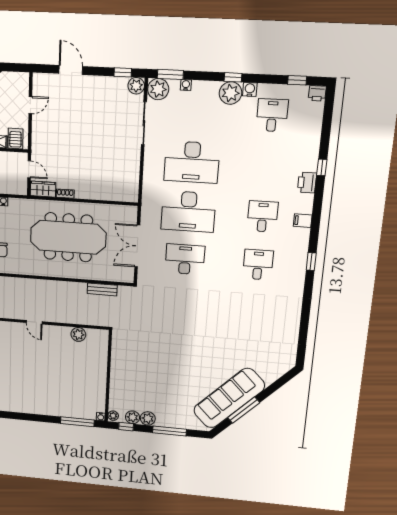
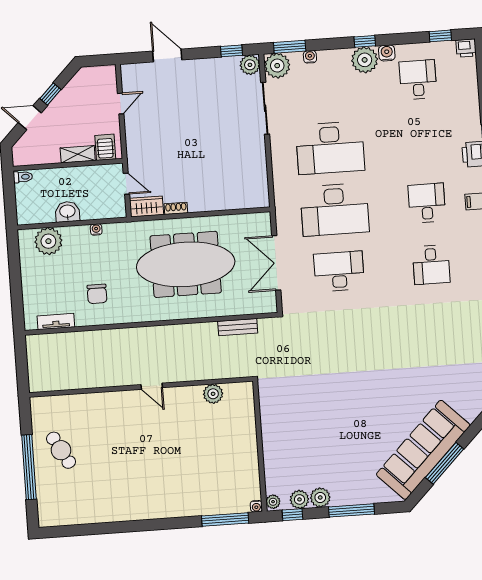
desk: (258, 265) -> (431, 265), turned 180

